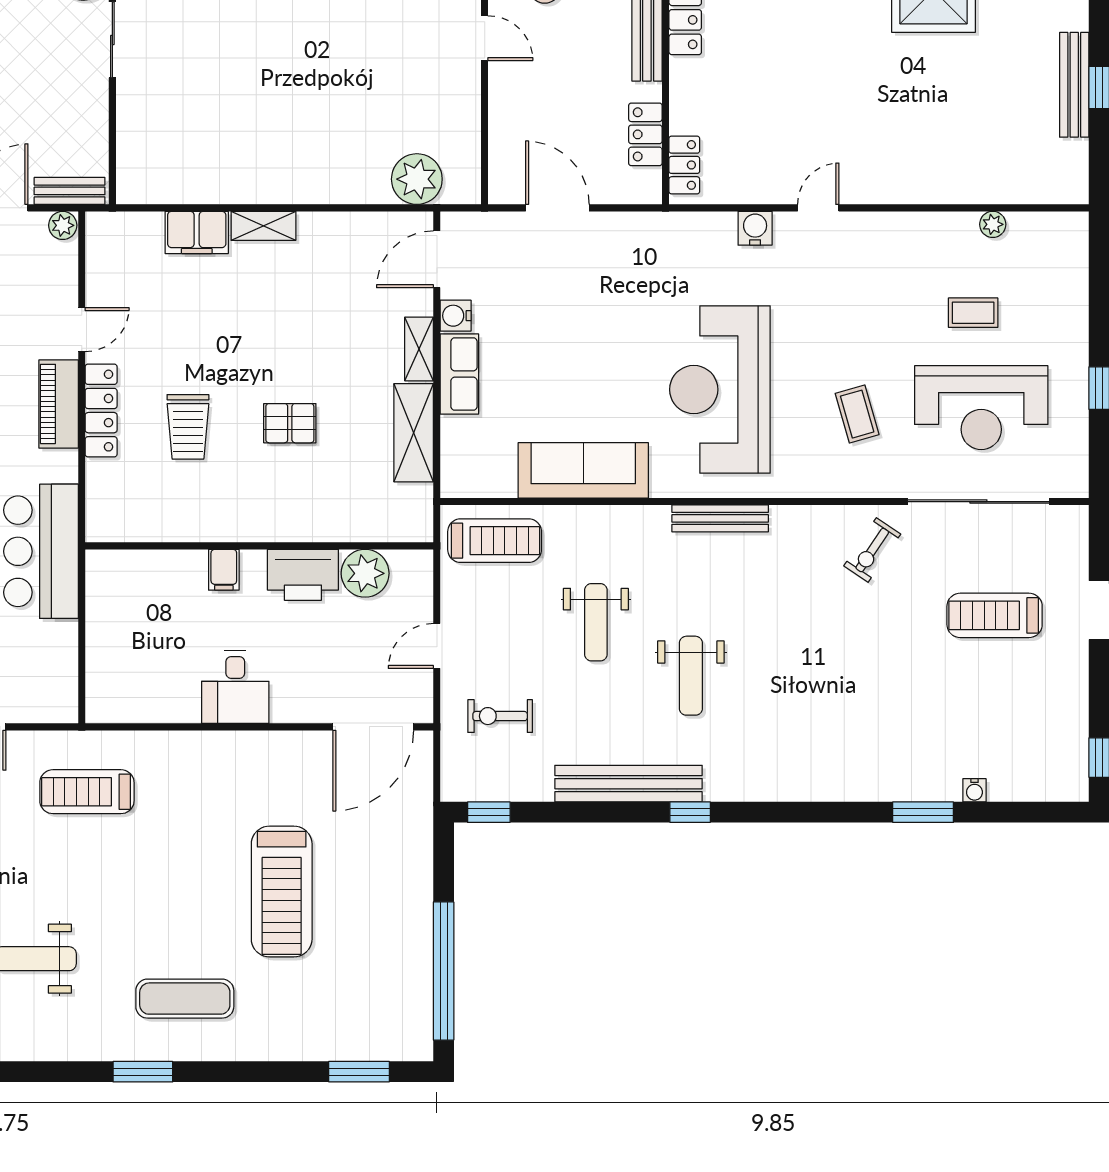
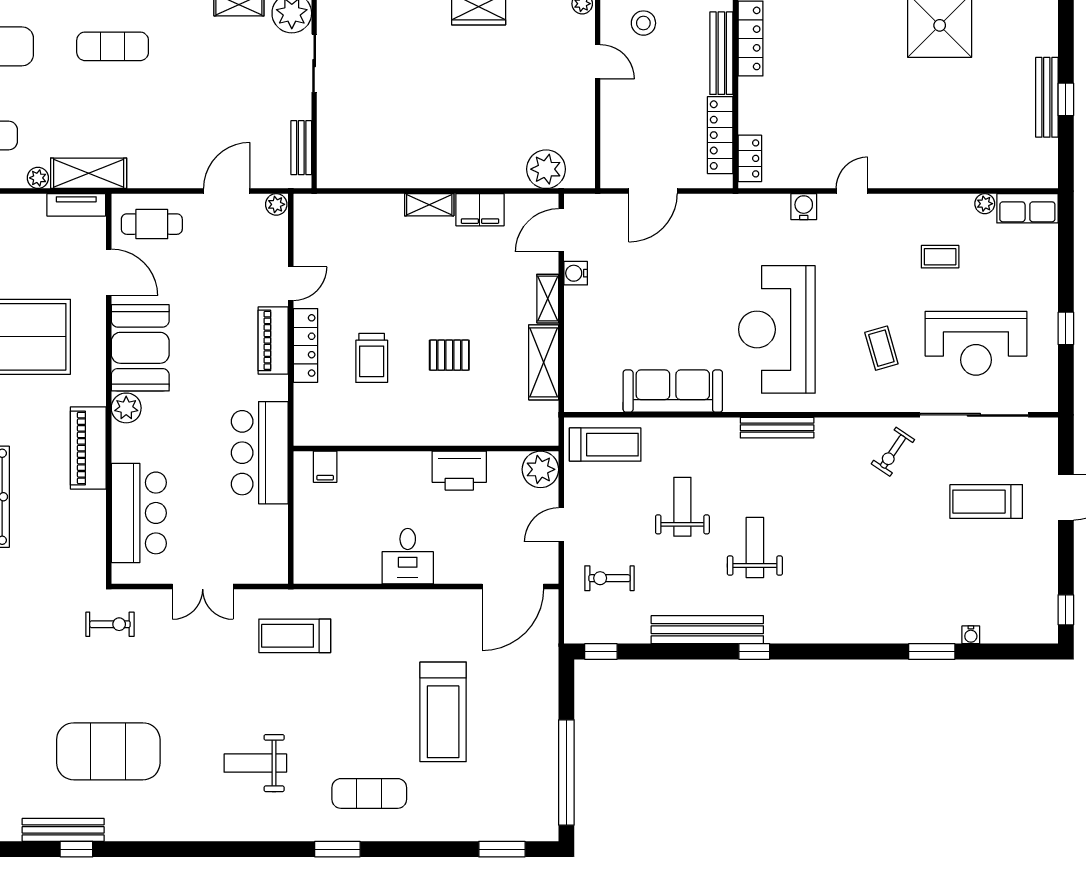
locker: (645, 134) -> (720, 135), width x1.53
bench: (70, 191) -> (301, 148), moved, turned 90
door: (557, 208) -> (653, 191), swing flipped
filing cabinet: (197, 232) -> (480, 210), moved
coffee table: (973, 313) -> (940, 257), moved
row of seats: (459, 374) -> (1027, 208), moved, turned 90
filing cabinet: (224, 570) -> (325, 467), moved
plant: (365, 573) -> (540, 469), moved
weight bench: (596, 622) -> (682, 507), turned 180
weight bench: (691, 676) -> (755, 547), turned 180

